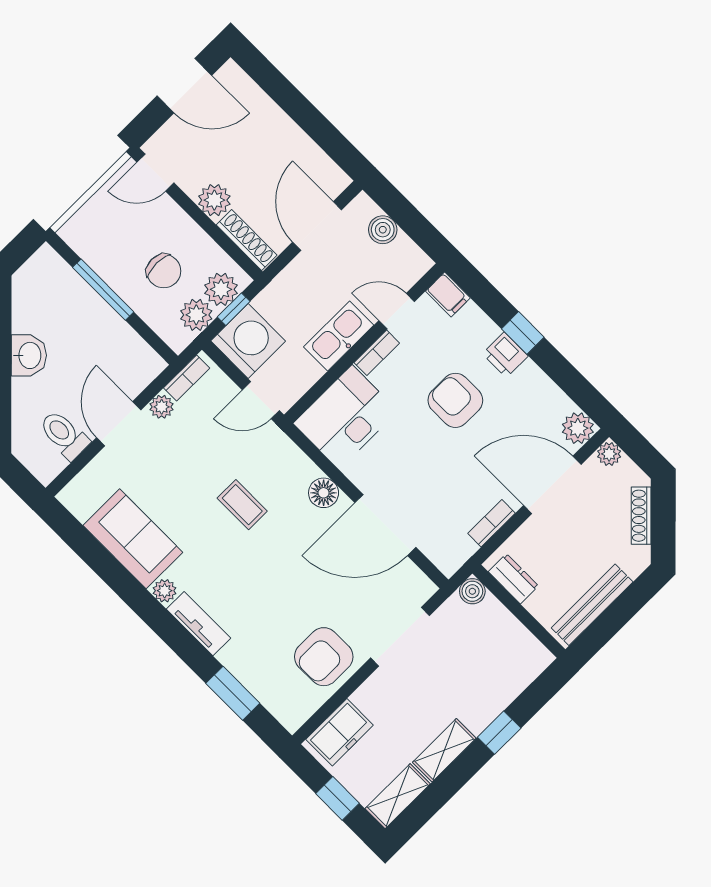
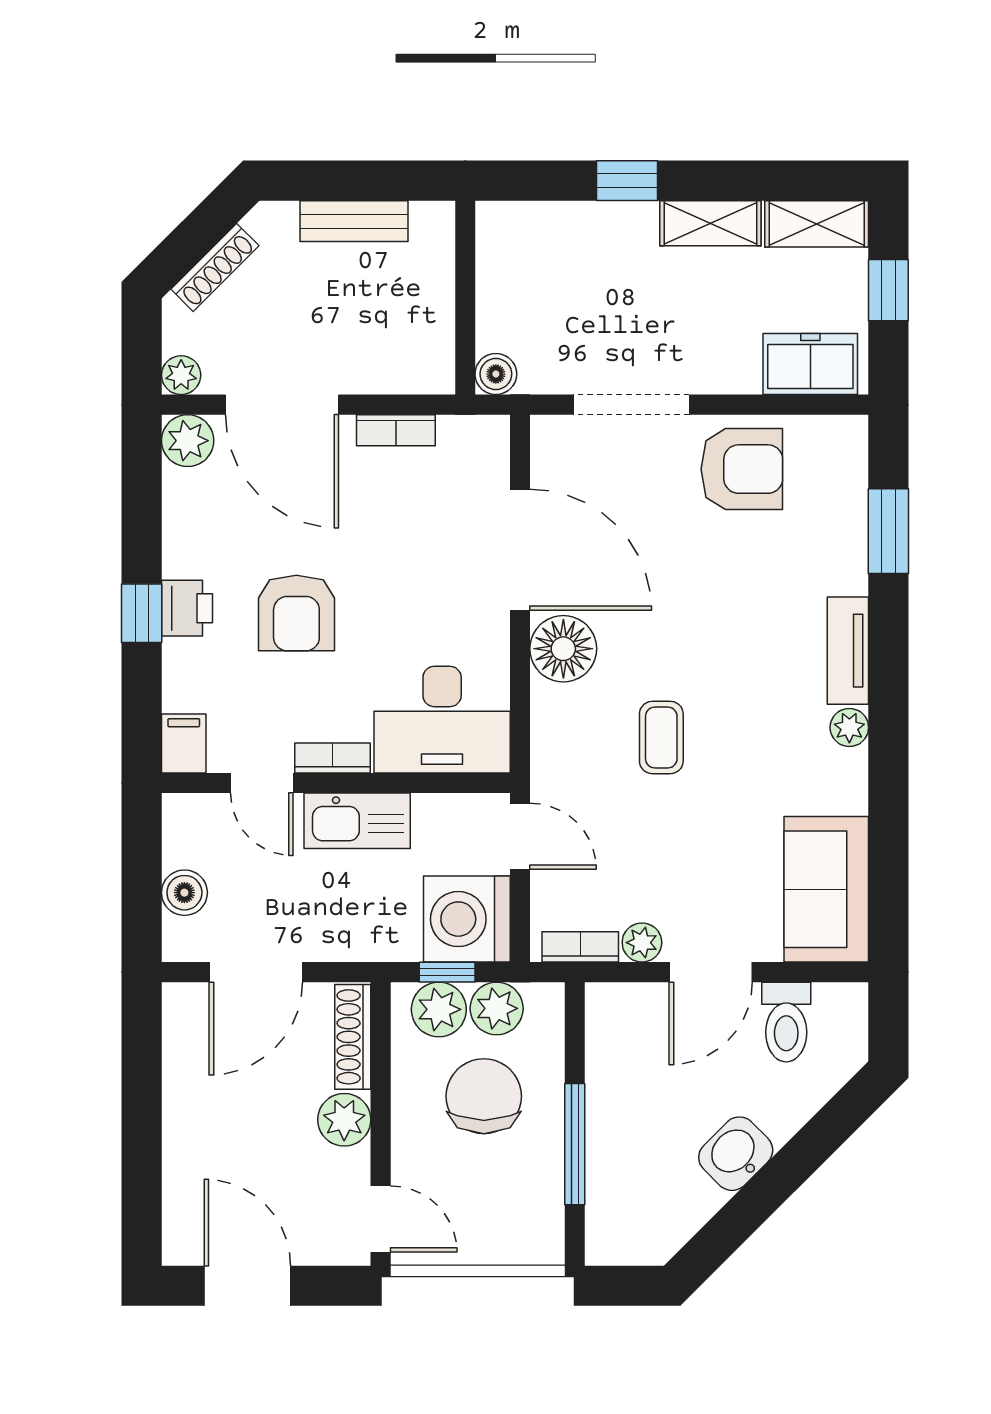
chair: (164, 271) -> (484, 1096), width x1.37, depth x1.37
floor lamp: (324, 493) -> (563, 649), width x1.38, depth x1.38
sofa: (133, 539) -> (826, 889), moved
dresser: (513, 579) -> (434, 341), removed
bench: (592, 605) -> (354, 221), width x0.73

